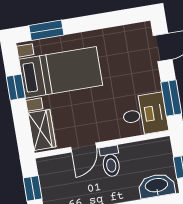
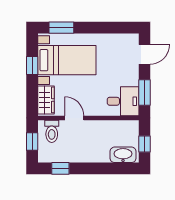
door: (84, 148) -> (74, 118), swing flipped
toilet: (111, 161) -> (52, 131), moved

